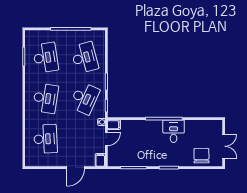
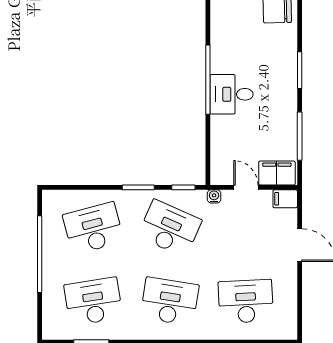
filing cabinet: (114, 125) -> (277, 173), moved, width x2.00
desk: (174, 131) -> (232, 94), moved

